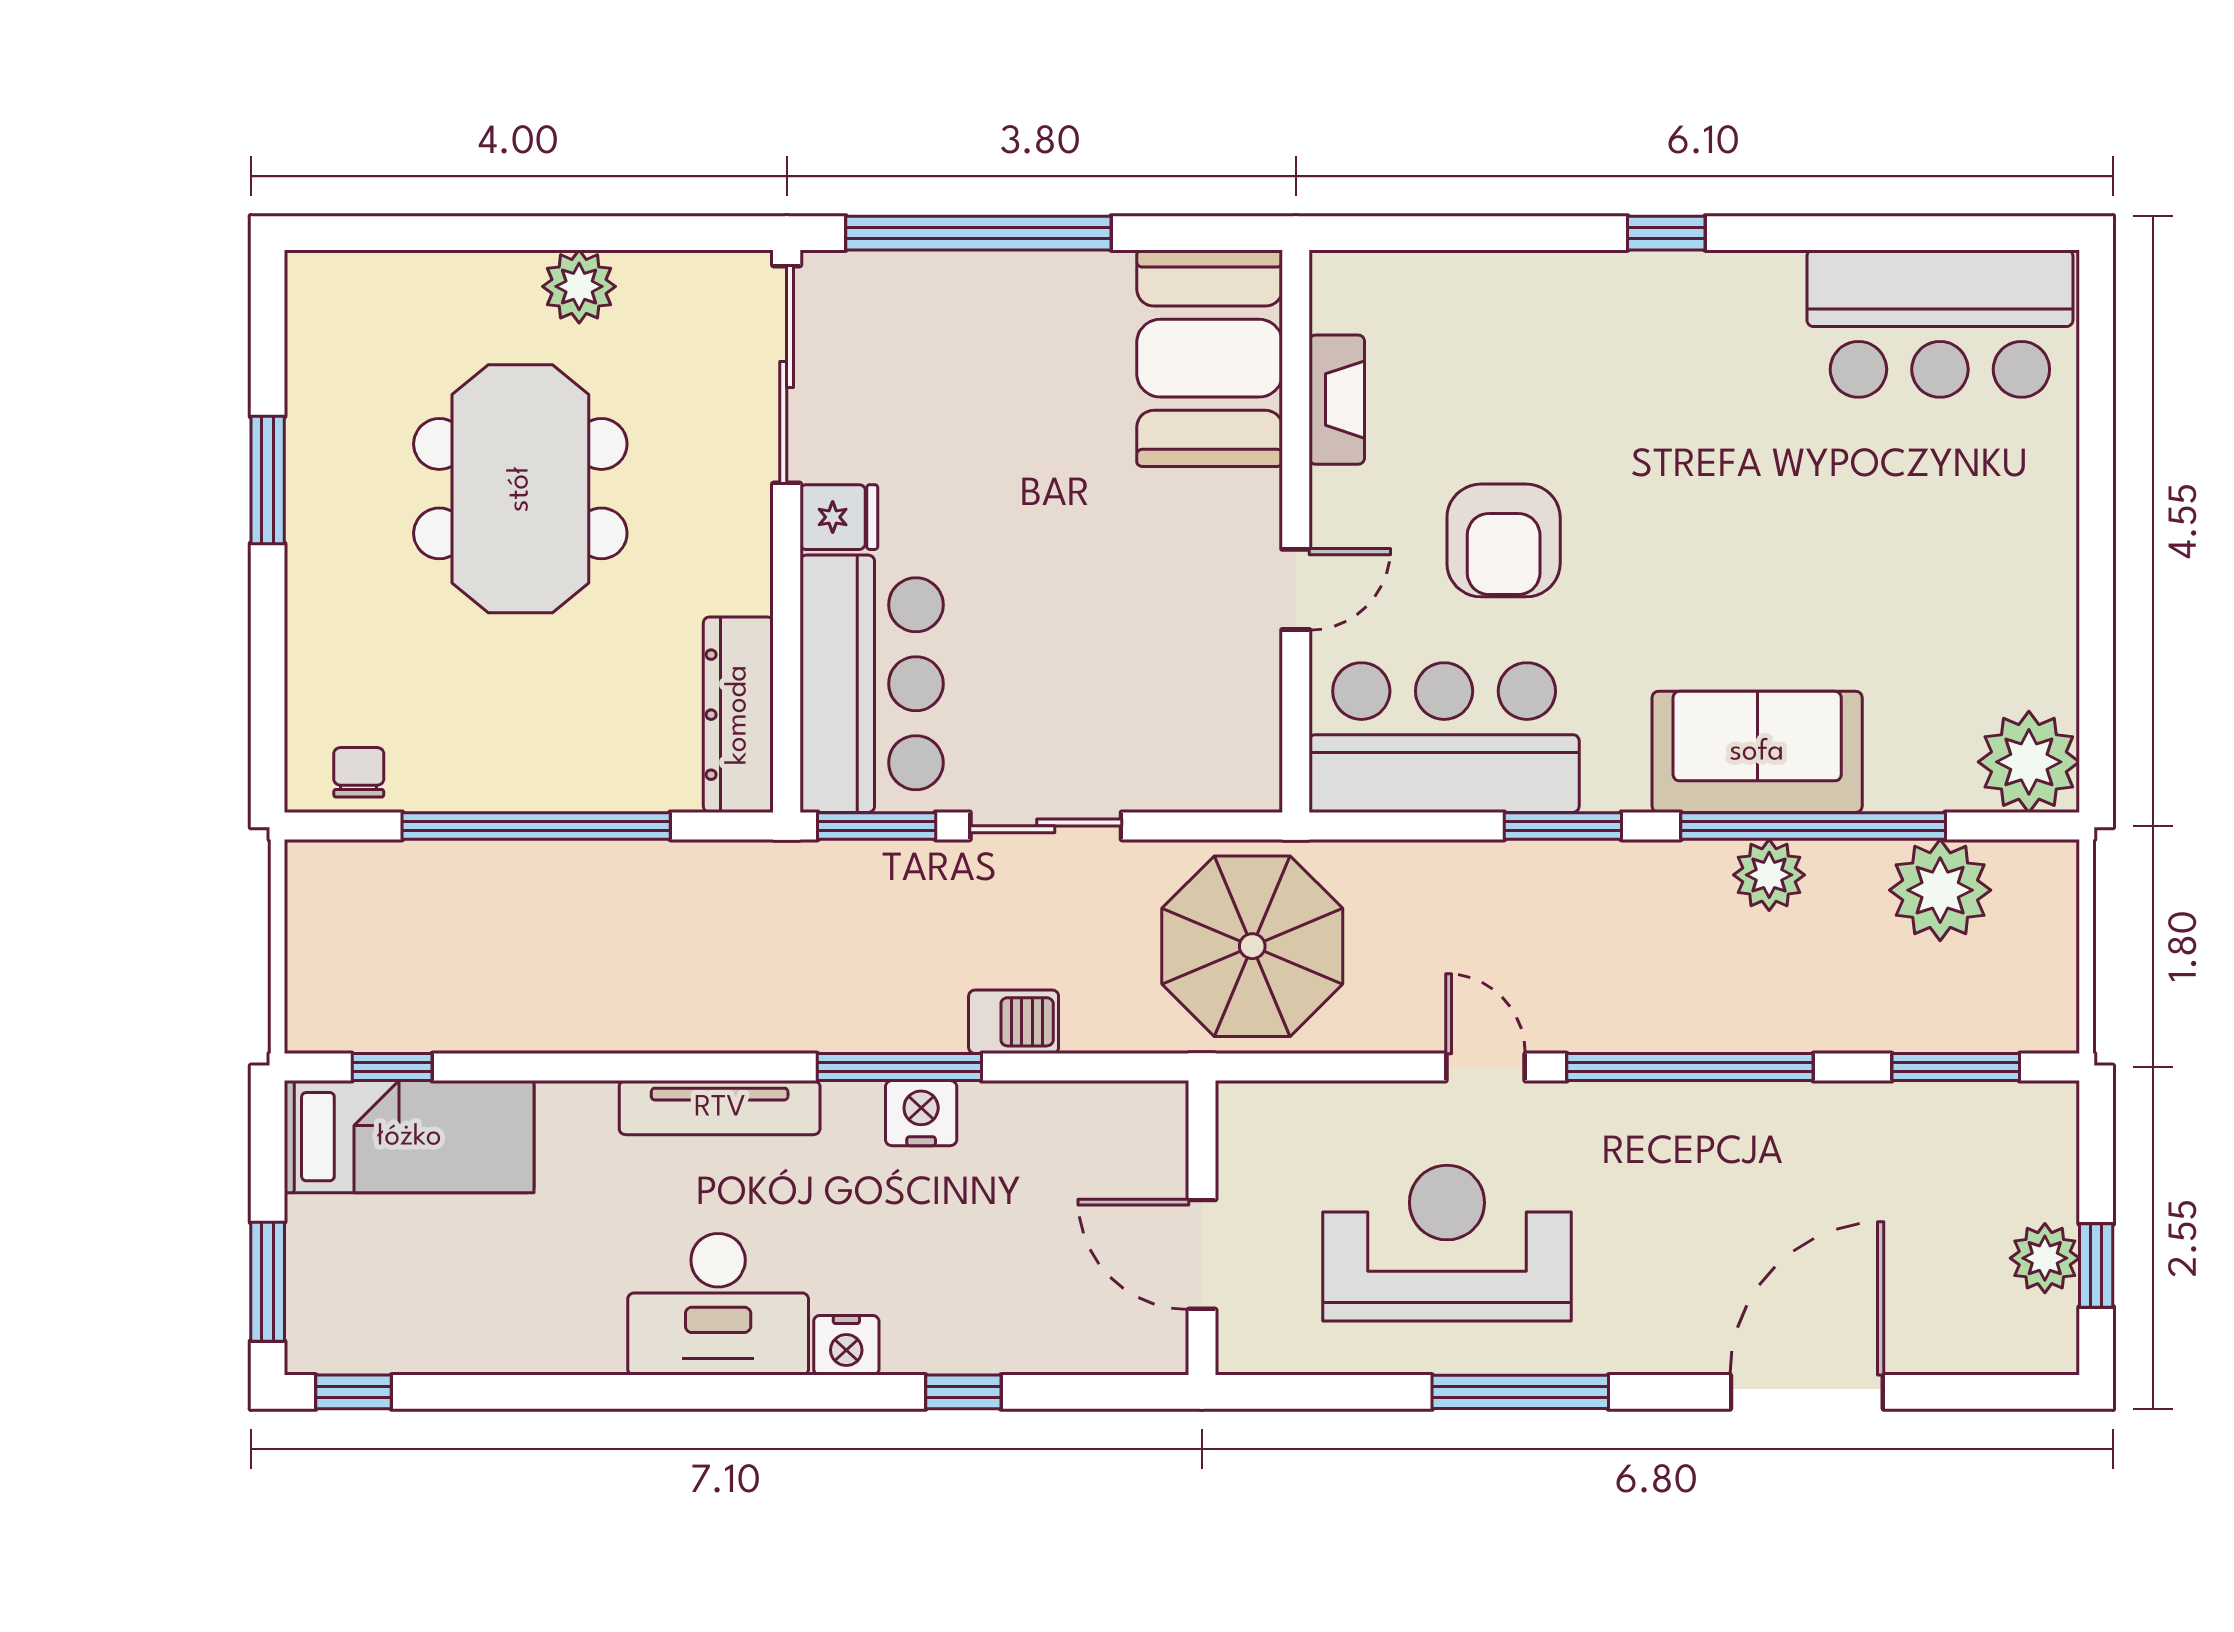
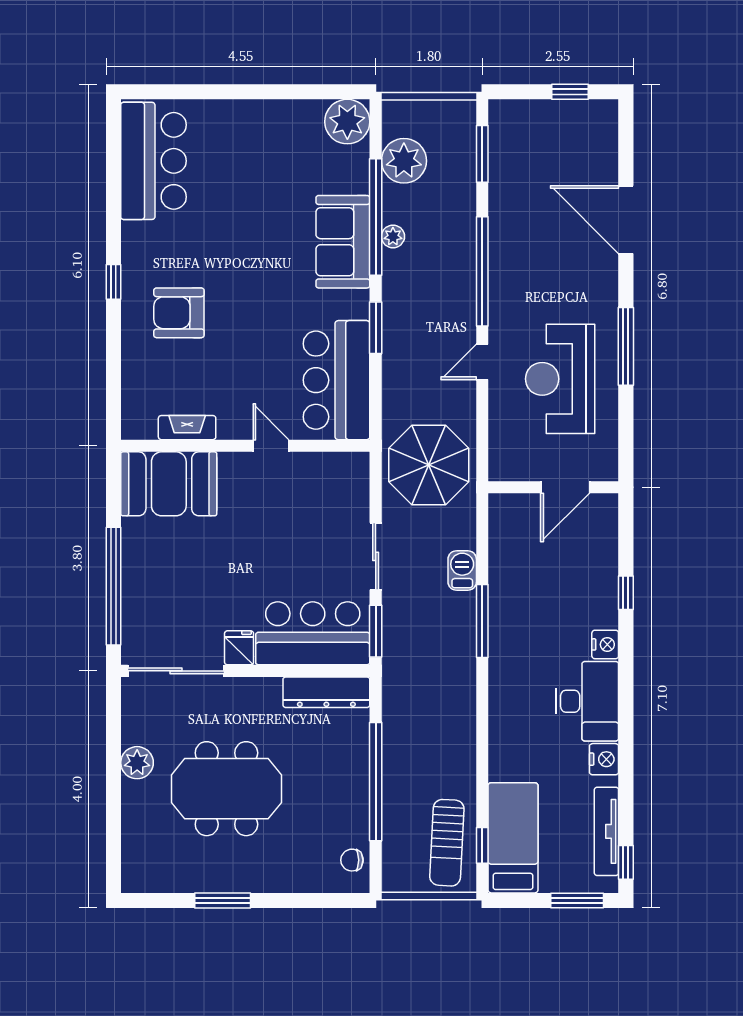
armchair: (1504, 540) -> (179, 313), moved, turned 180
plant: (1769, 875) -> (393, 236), width x0.73, depth x0.73
sun lounger: (398, 987) -> (447, 843), added
tv unit: (720, 1108) -> (606, 831), moved, turned 180
nightstand: (921, 1113) -> (604, 759), moved, turned 180
plant: (2045, 1258) -> (567, 115), removed

